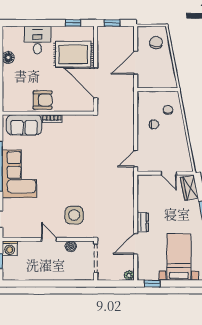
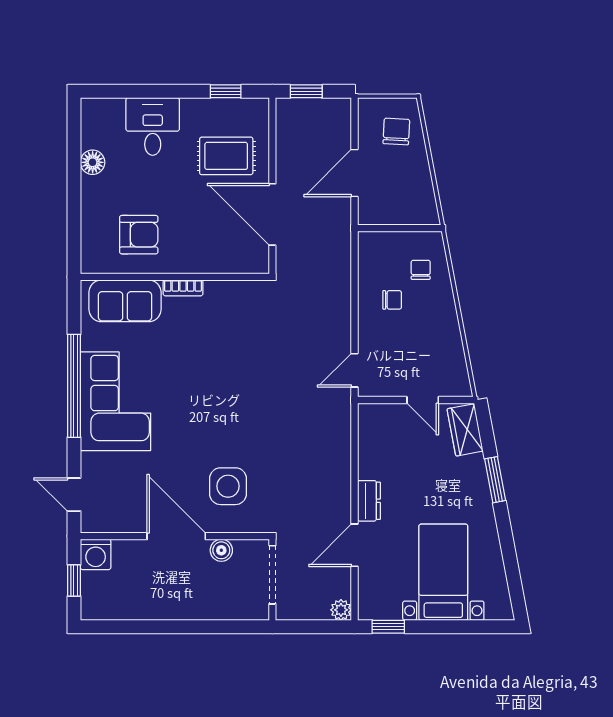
rug: (73, 54) -> (226, 156), width x0.73, depth x0.70
armchair: (43, 100) -> (139, 235), moved
door: (49, 239) -> (176, 536), width x1.88

